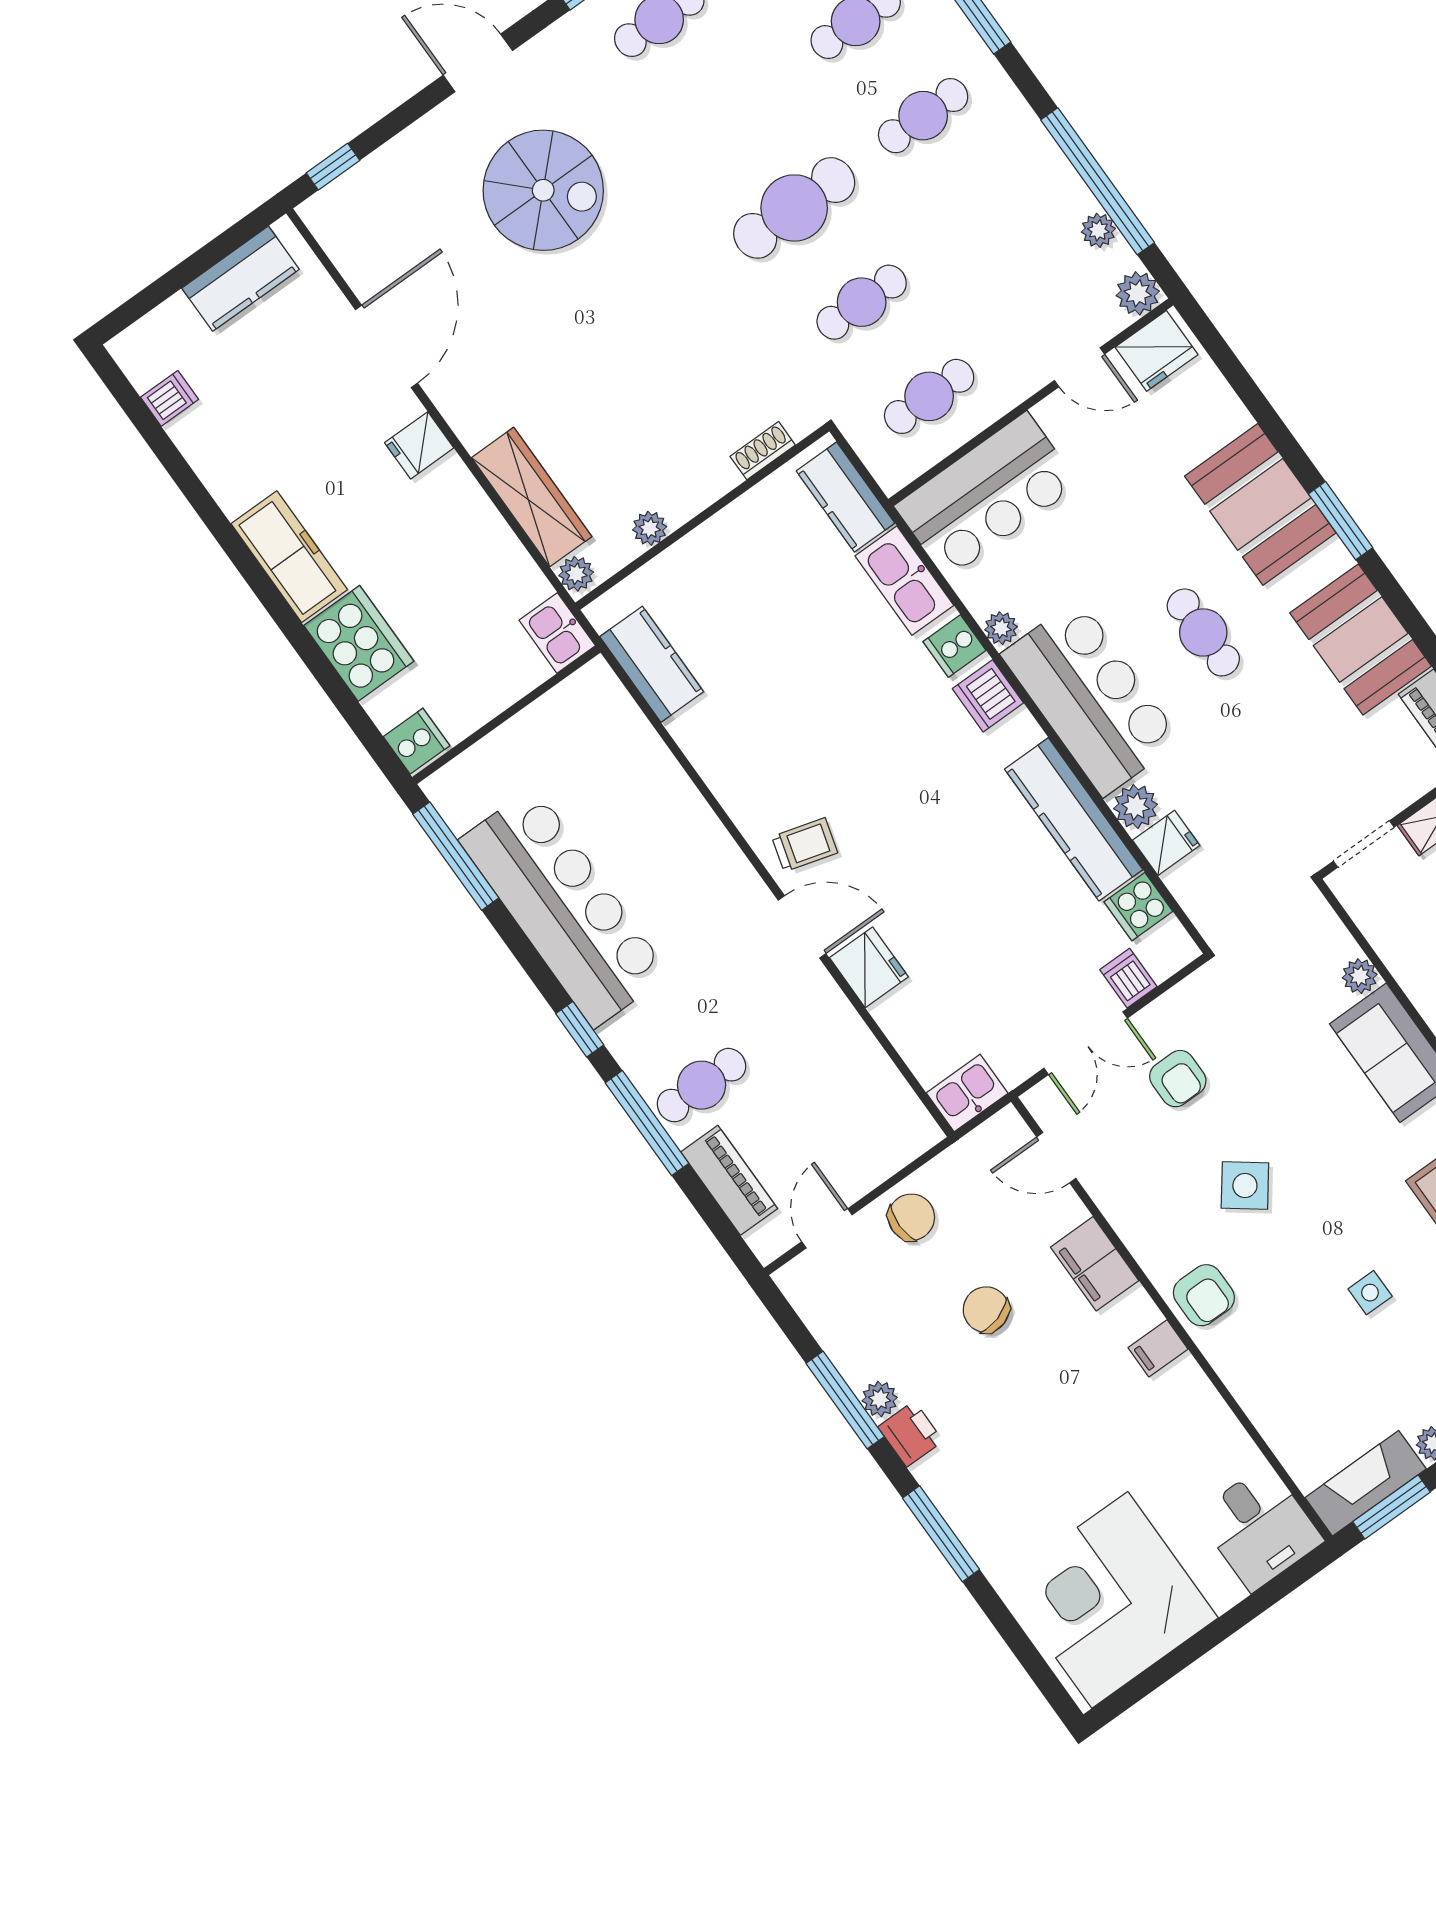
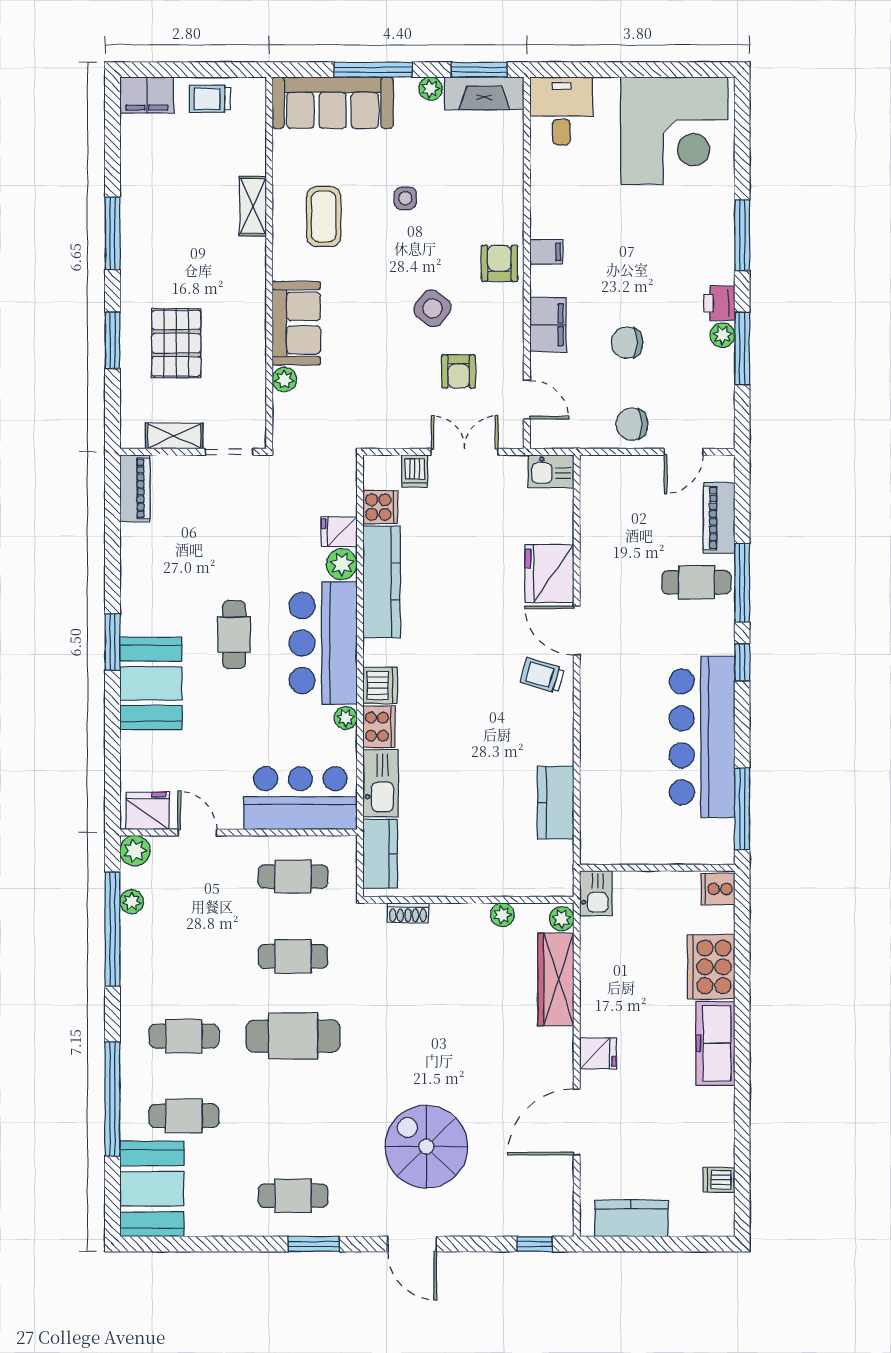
booth: (1361, 640) -> (149, 568), removed
cooker: (954, 646) -> (379, 727), width x1.36
kitchen counter: (652, 664) -> (556, 803), moved
fridge: (869, 967) -> (549, 573), width x1.36, depth x1.34
armchair: (1178, 1079) -> (459, 371), moved, turned 180
chair: (986, 1310) -> (627, 343), turned 107

